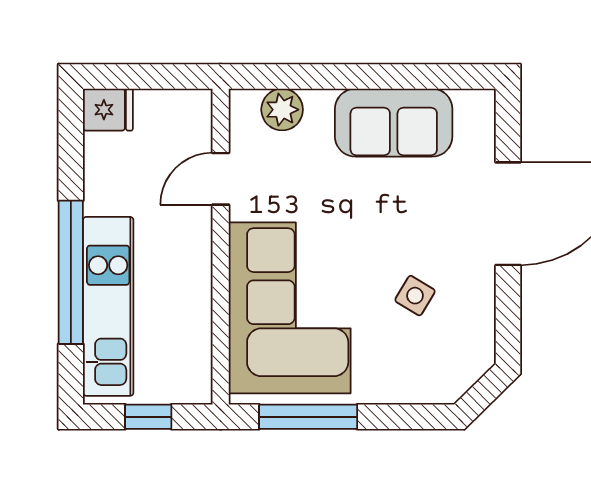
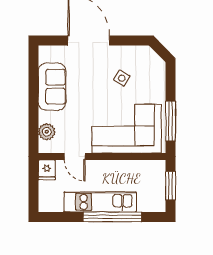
fridge: (108, 110) -> (47, 170), moved, turned 180
kitchen unit: (108, 306) -> (100, 202), moved
window: (148, 417) -> (171, 186), width x1.50

